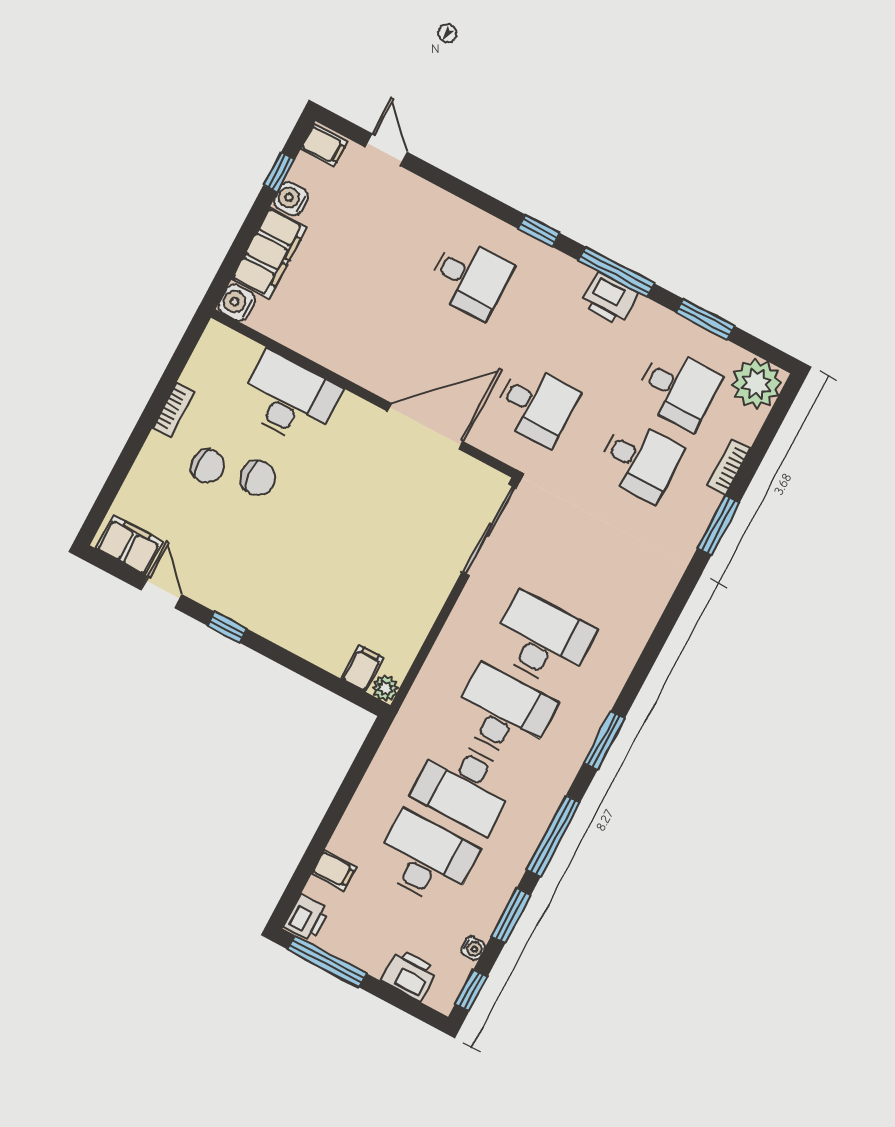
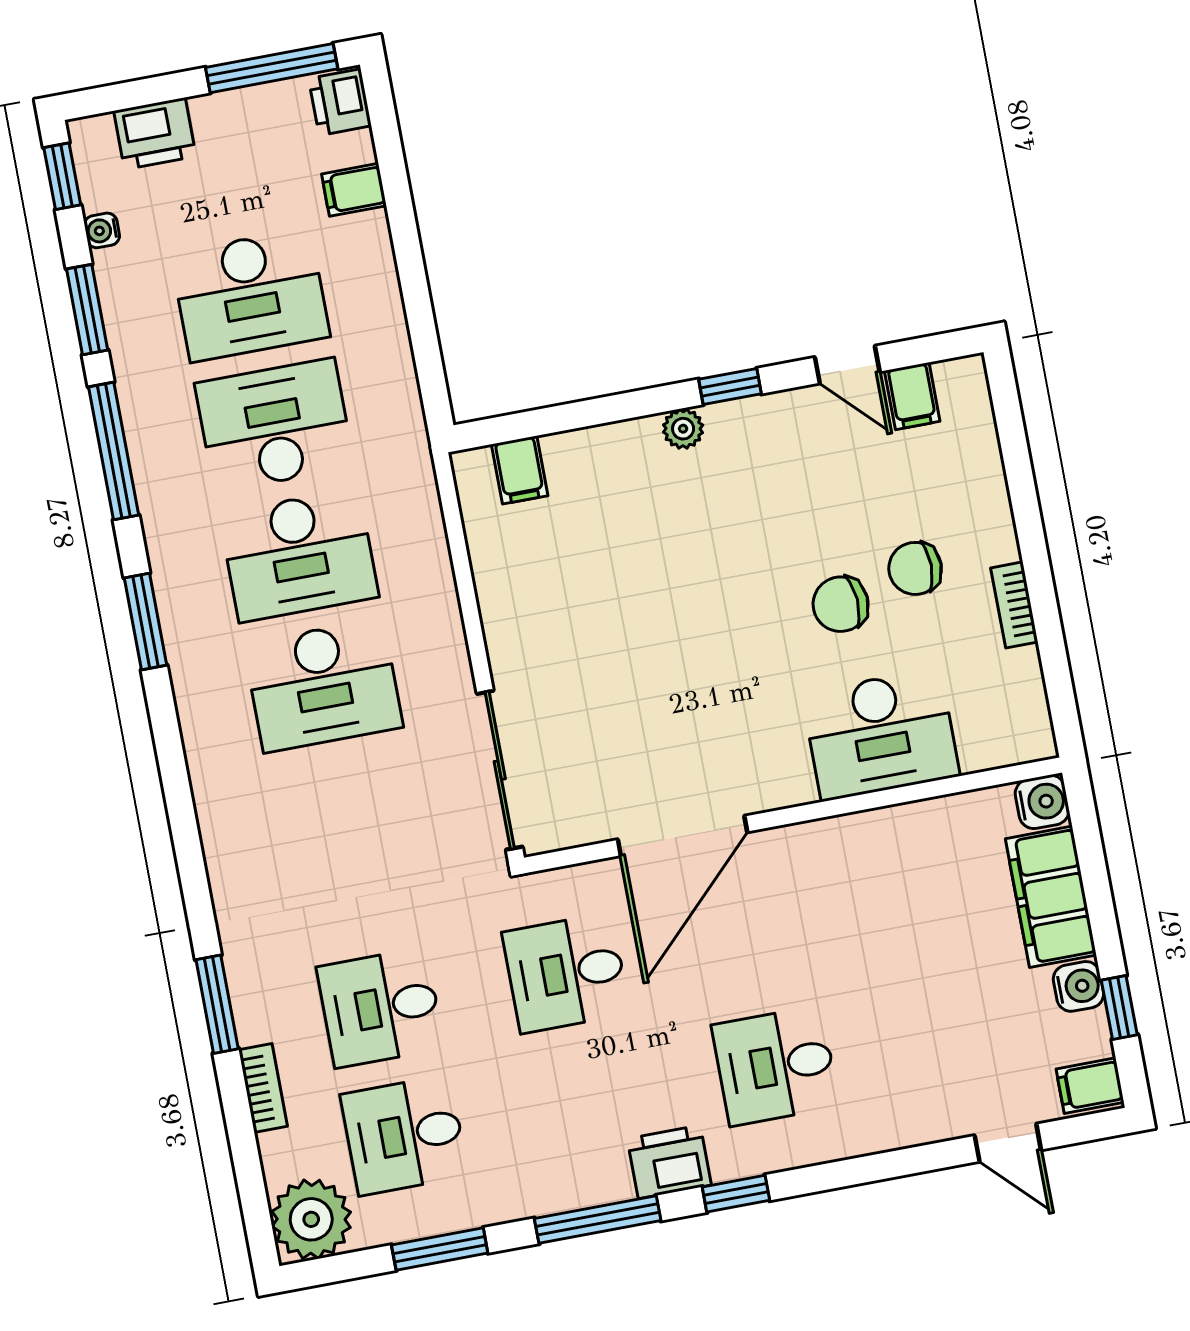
printer: (609, 299) -> (669, 1162), moved
filing cabinet: (130, 545) -> (912, 396), width x0.50
plant: (385, 688) -> (683, 429), moved

